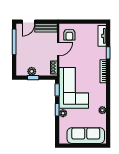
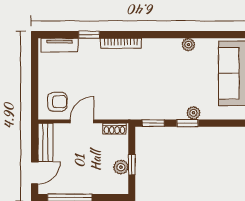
door: (28, 22) -> (35, 173), hinge flipped
door: (58, 49) -> (82, 121), hinge flipped
corner sofa: (74, 88) -> (150, 94), removed

